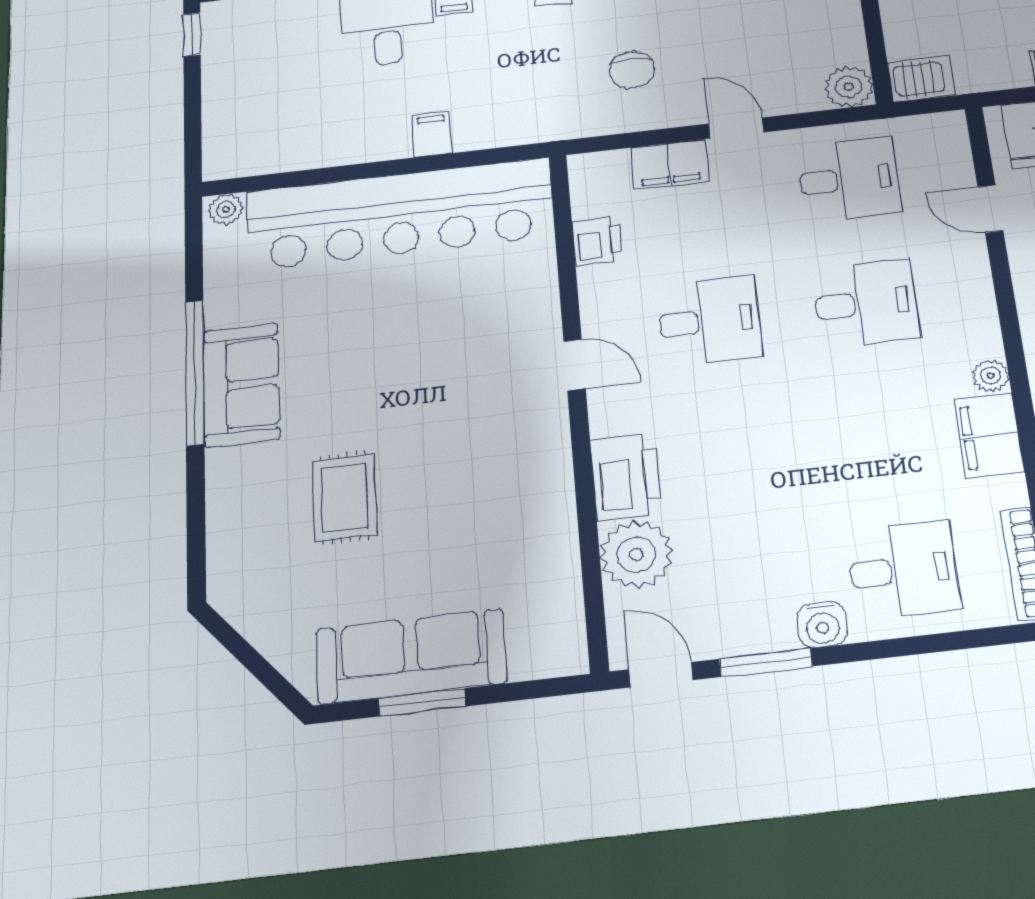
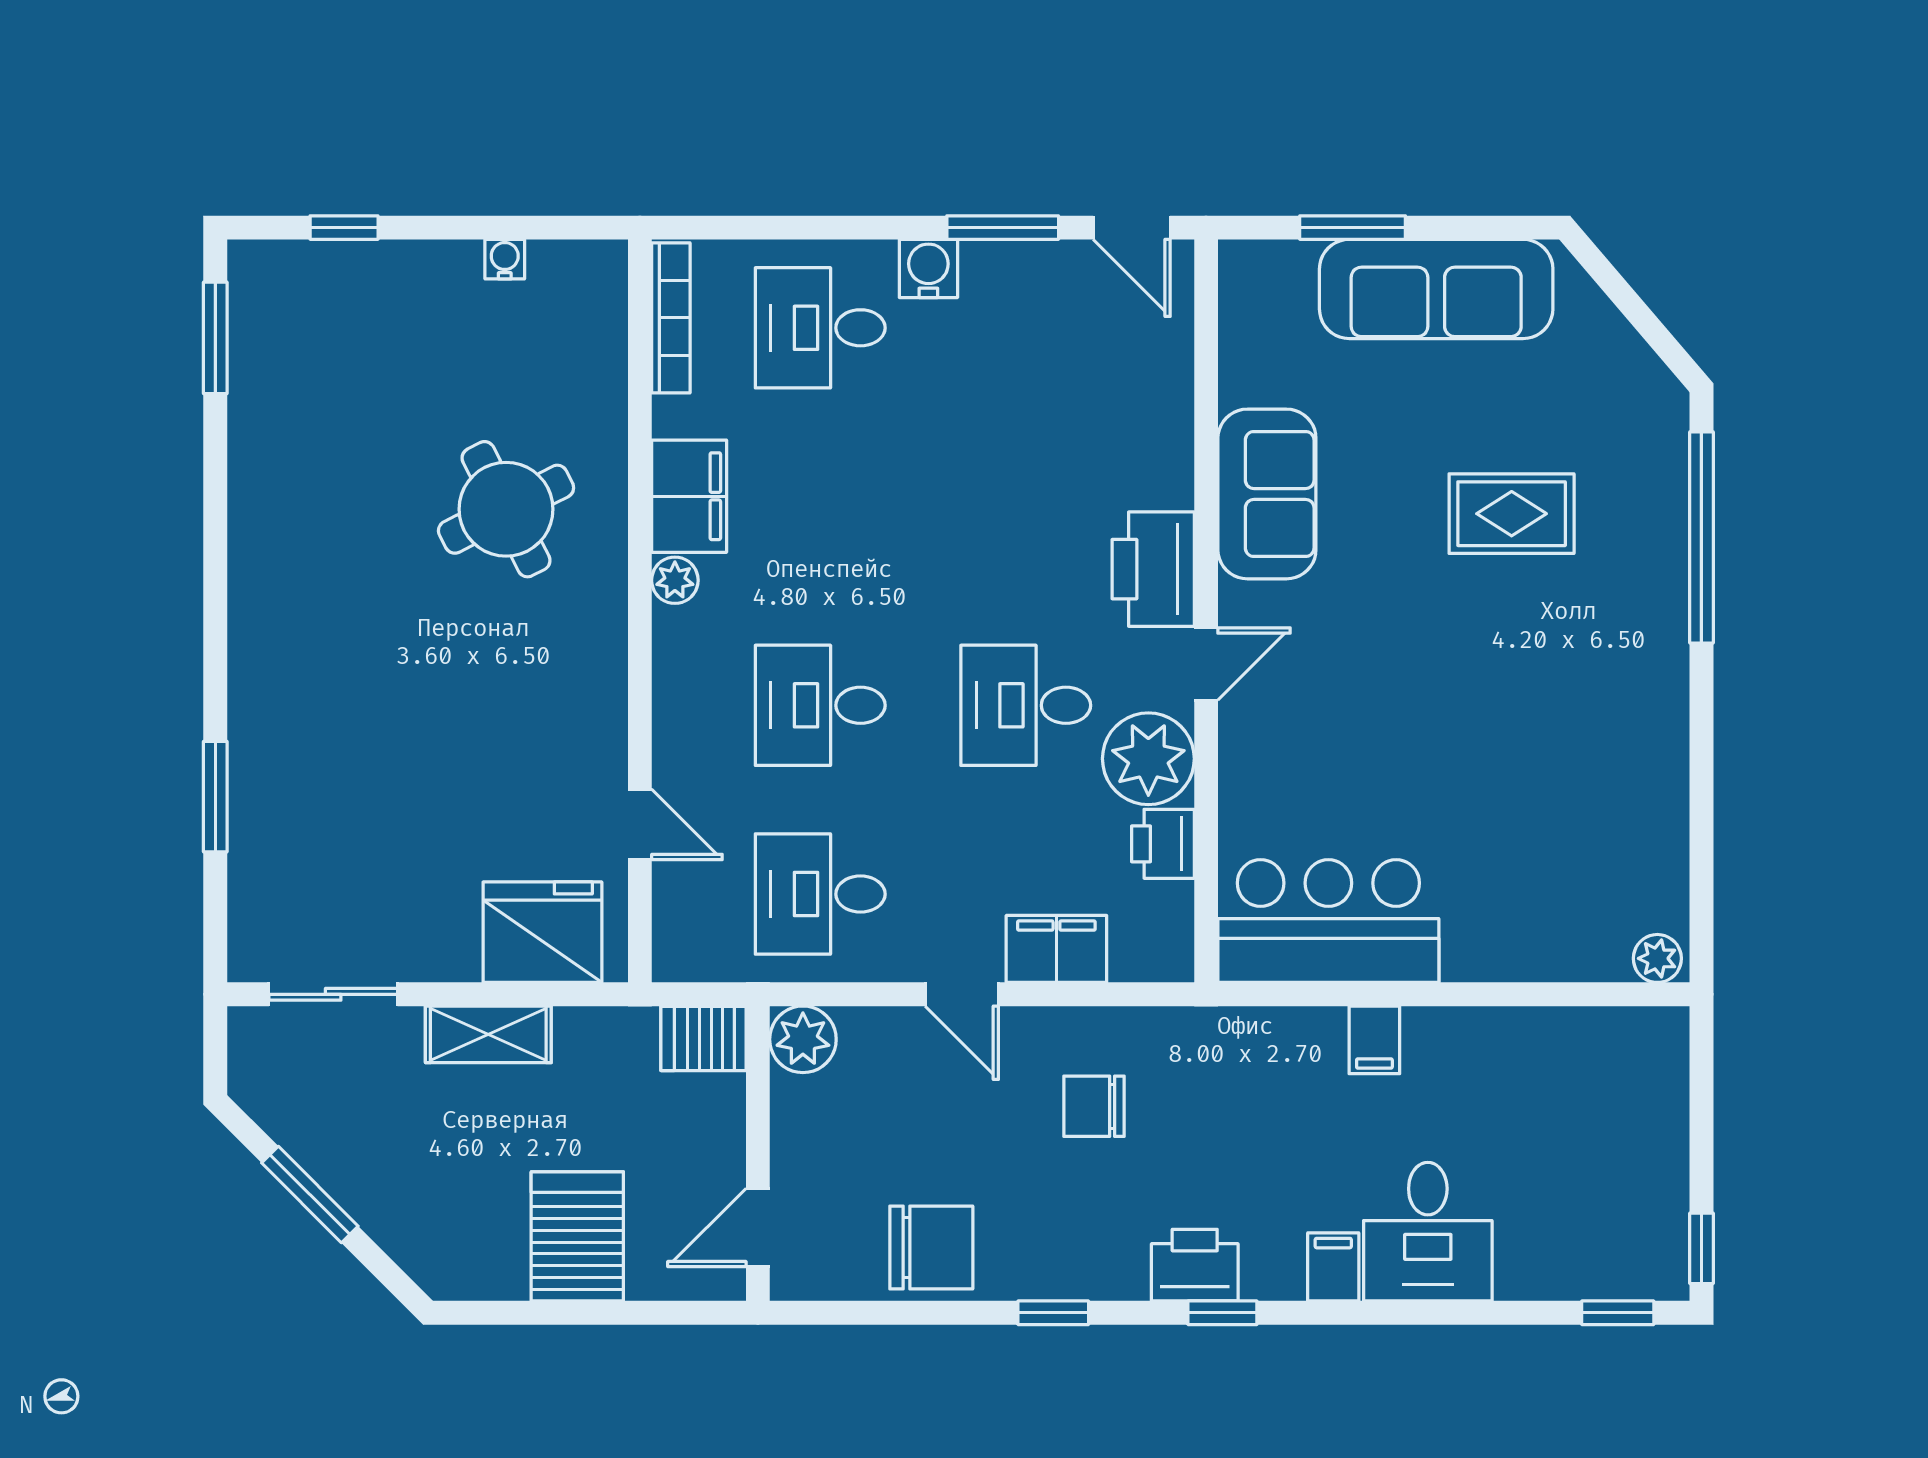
chair: (632, 70) -> (1094, 1106), turned -90
bar counter: (400, 213) -> (1328, 921), width x0.54
door: (575, 365) -> (1206, 664), swing flipped
window: (195, 372) -> (1701, 537), moved
sofa: (241, 385) -> (1267, 494), moved, turned 180
printer: (625, 477) -> (1153, 569), moved
rug: (344, 497) -> (1512, 514), turned 90
plant: (636, 554) -> (1148, 759), moved
window: (422, 702) -> (1353, 228), moved

